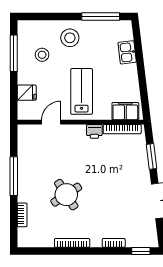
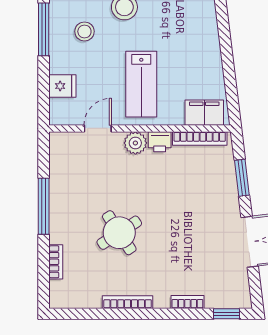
kitchen sink: (127, 52) -> (207, 28), removed
lab bench: (82, 91) -> (141, 84), turned 180
plant: (77, 132) -> (135, 143), added

